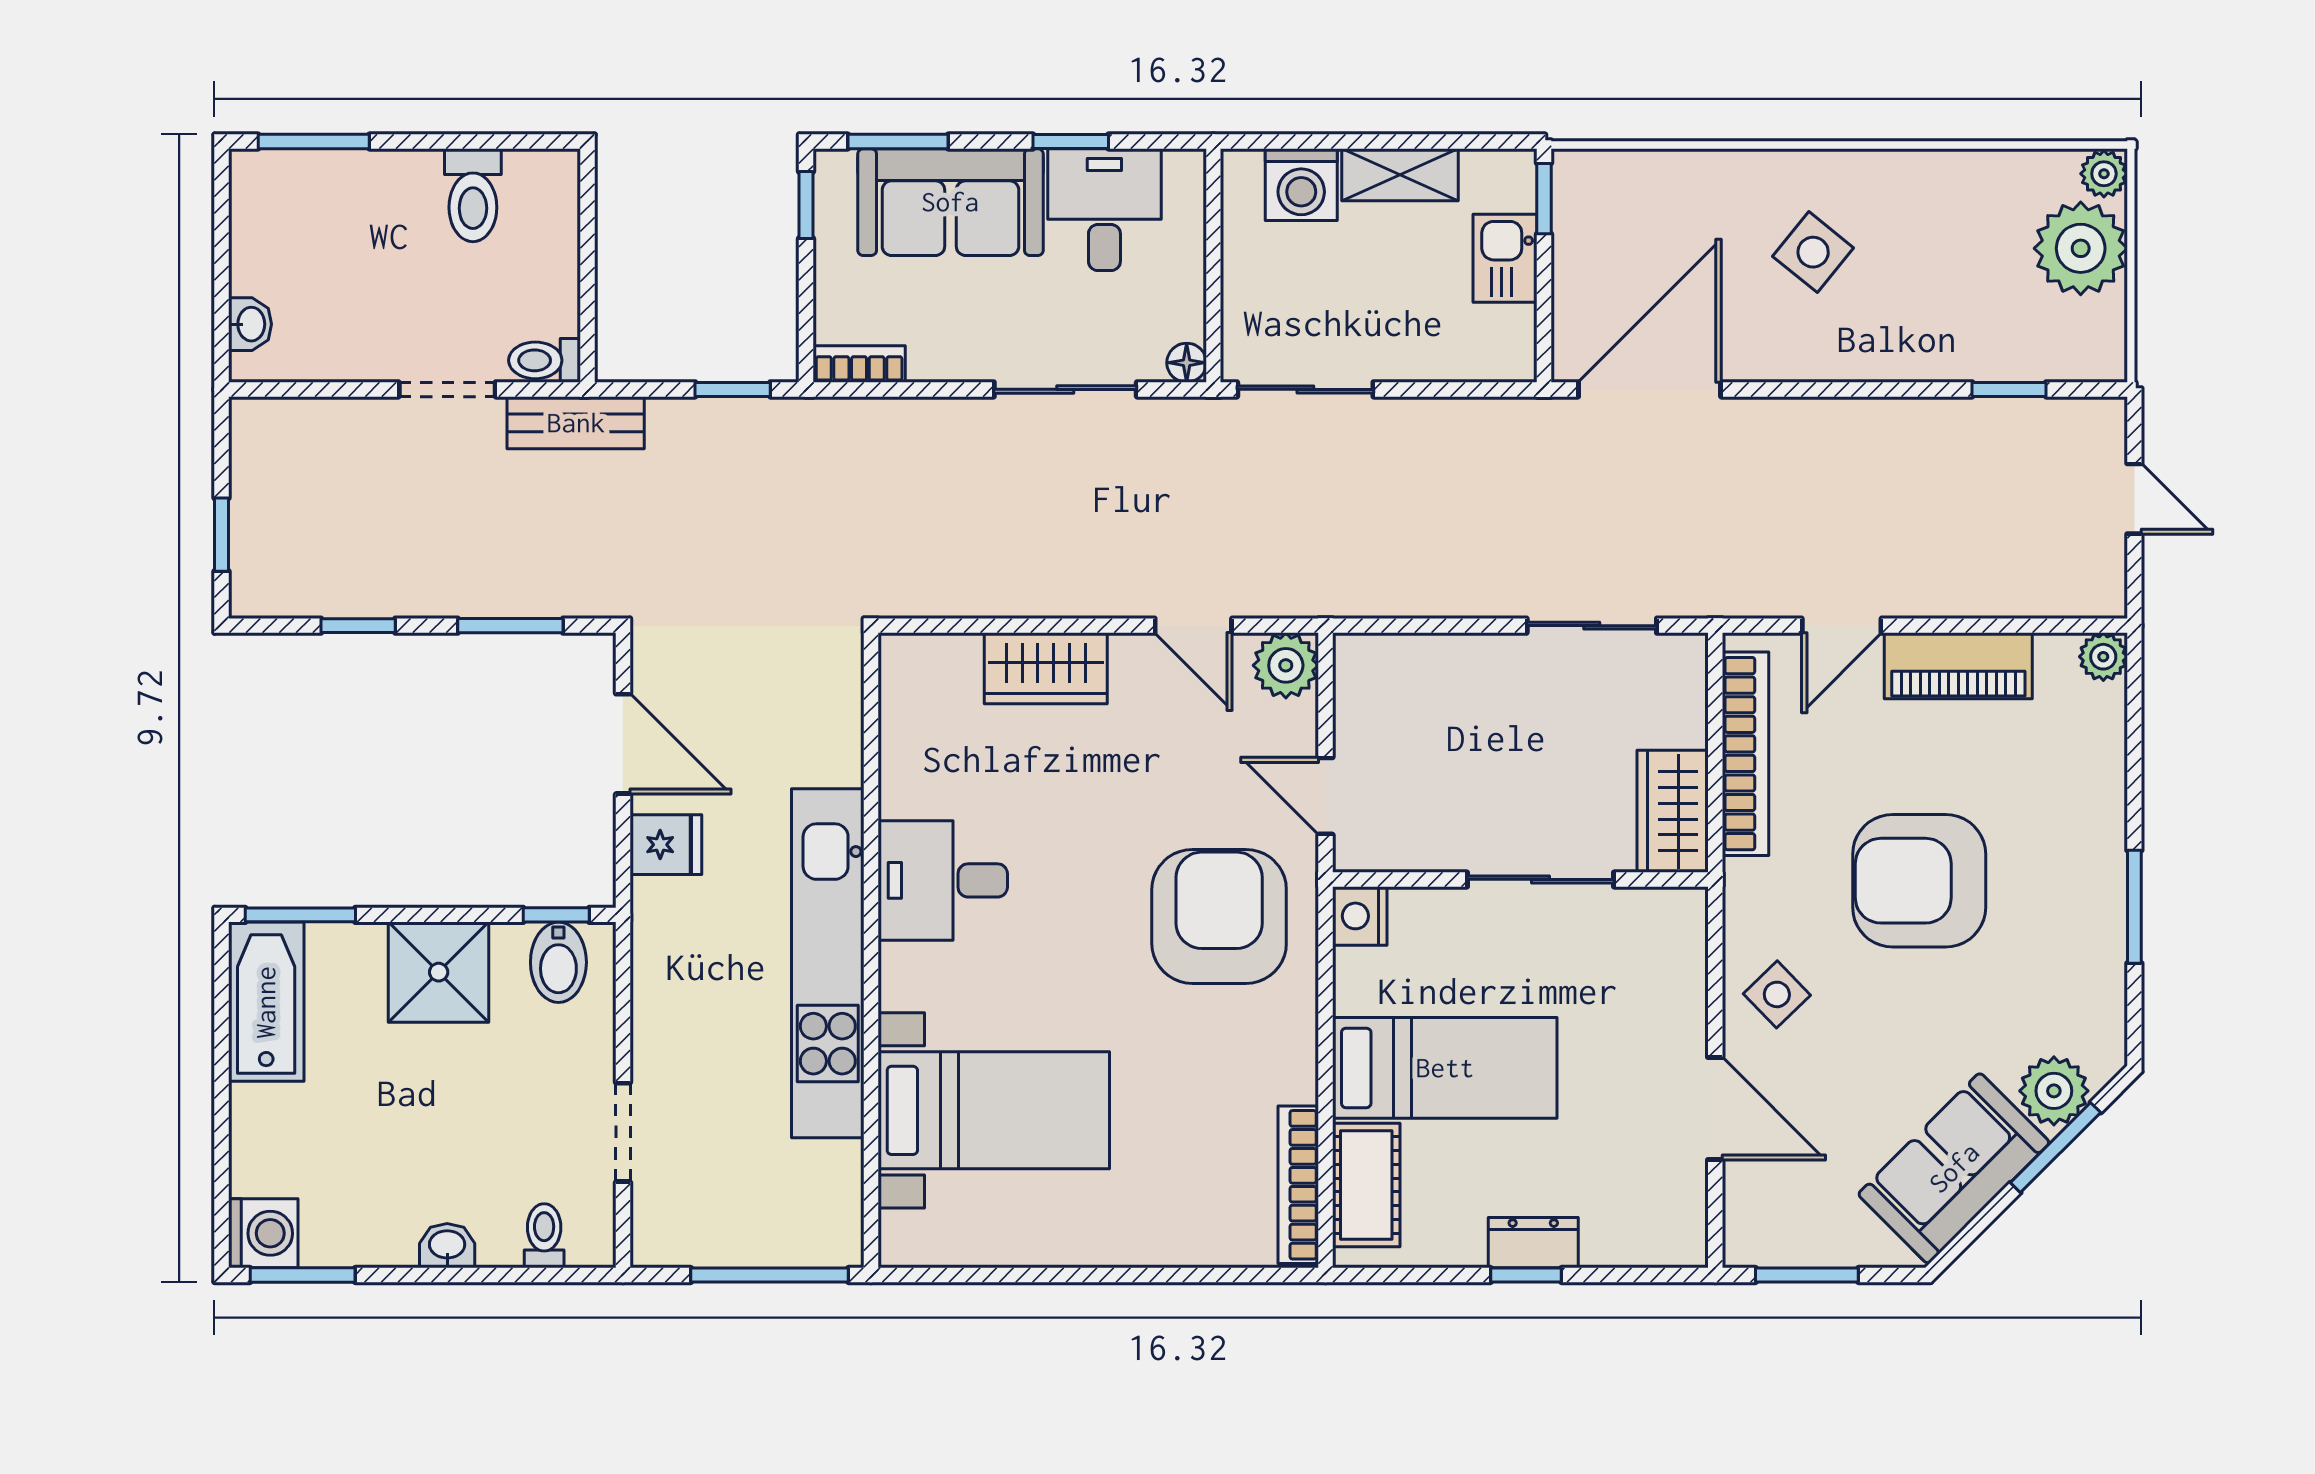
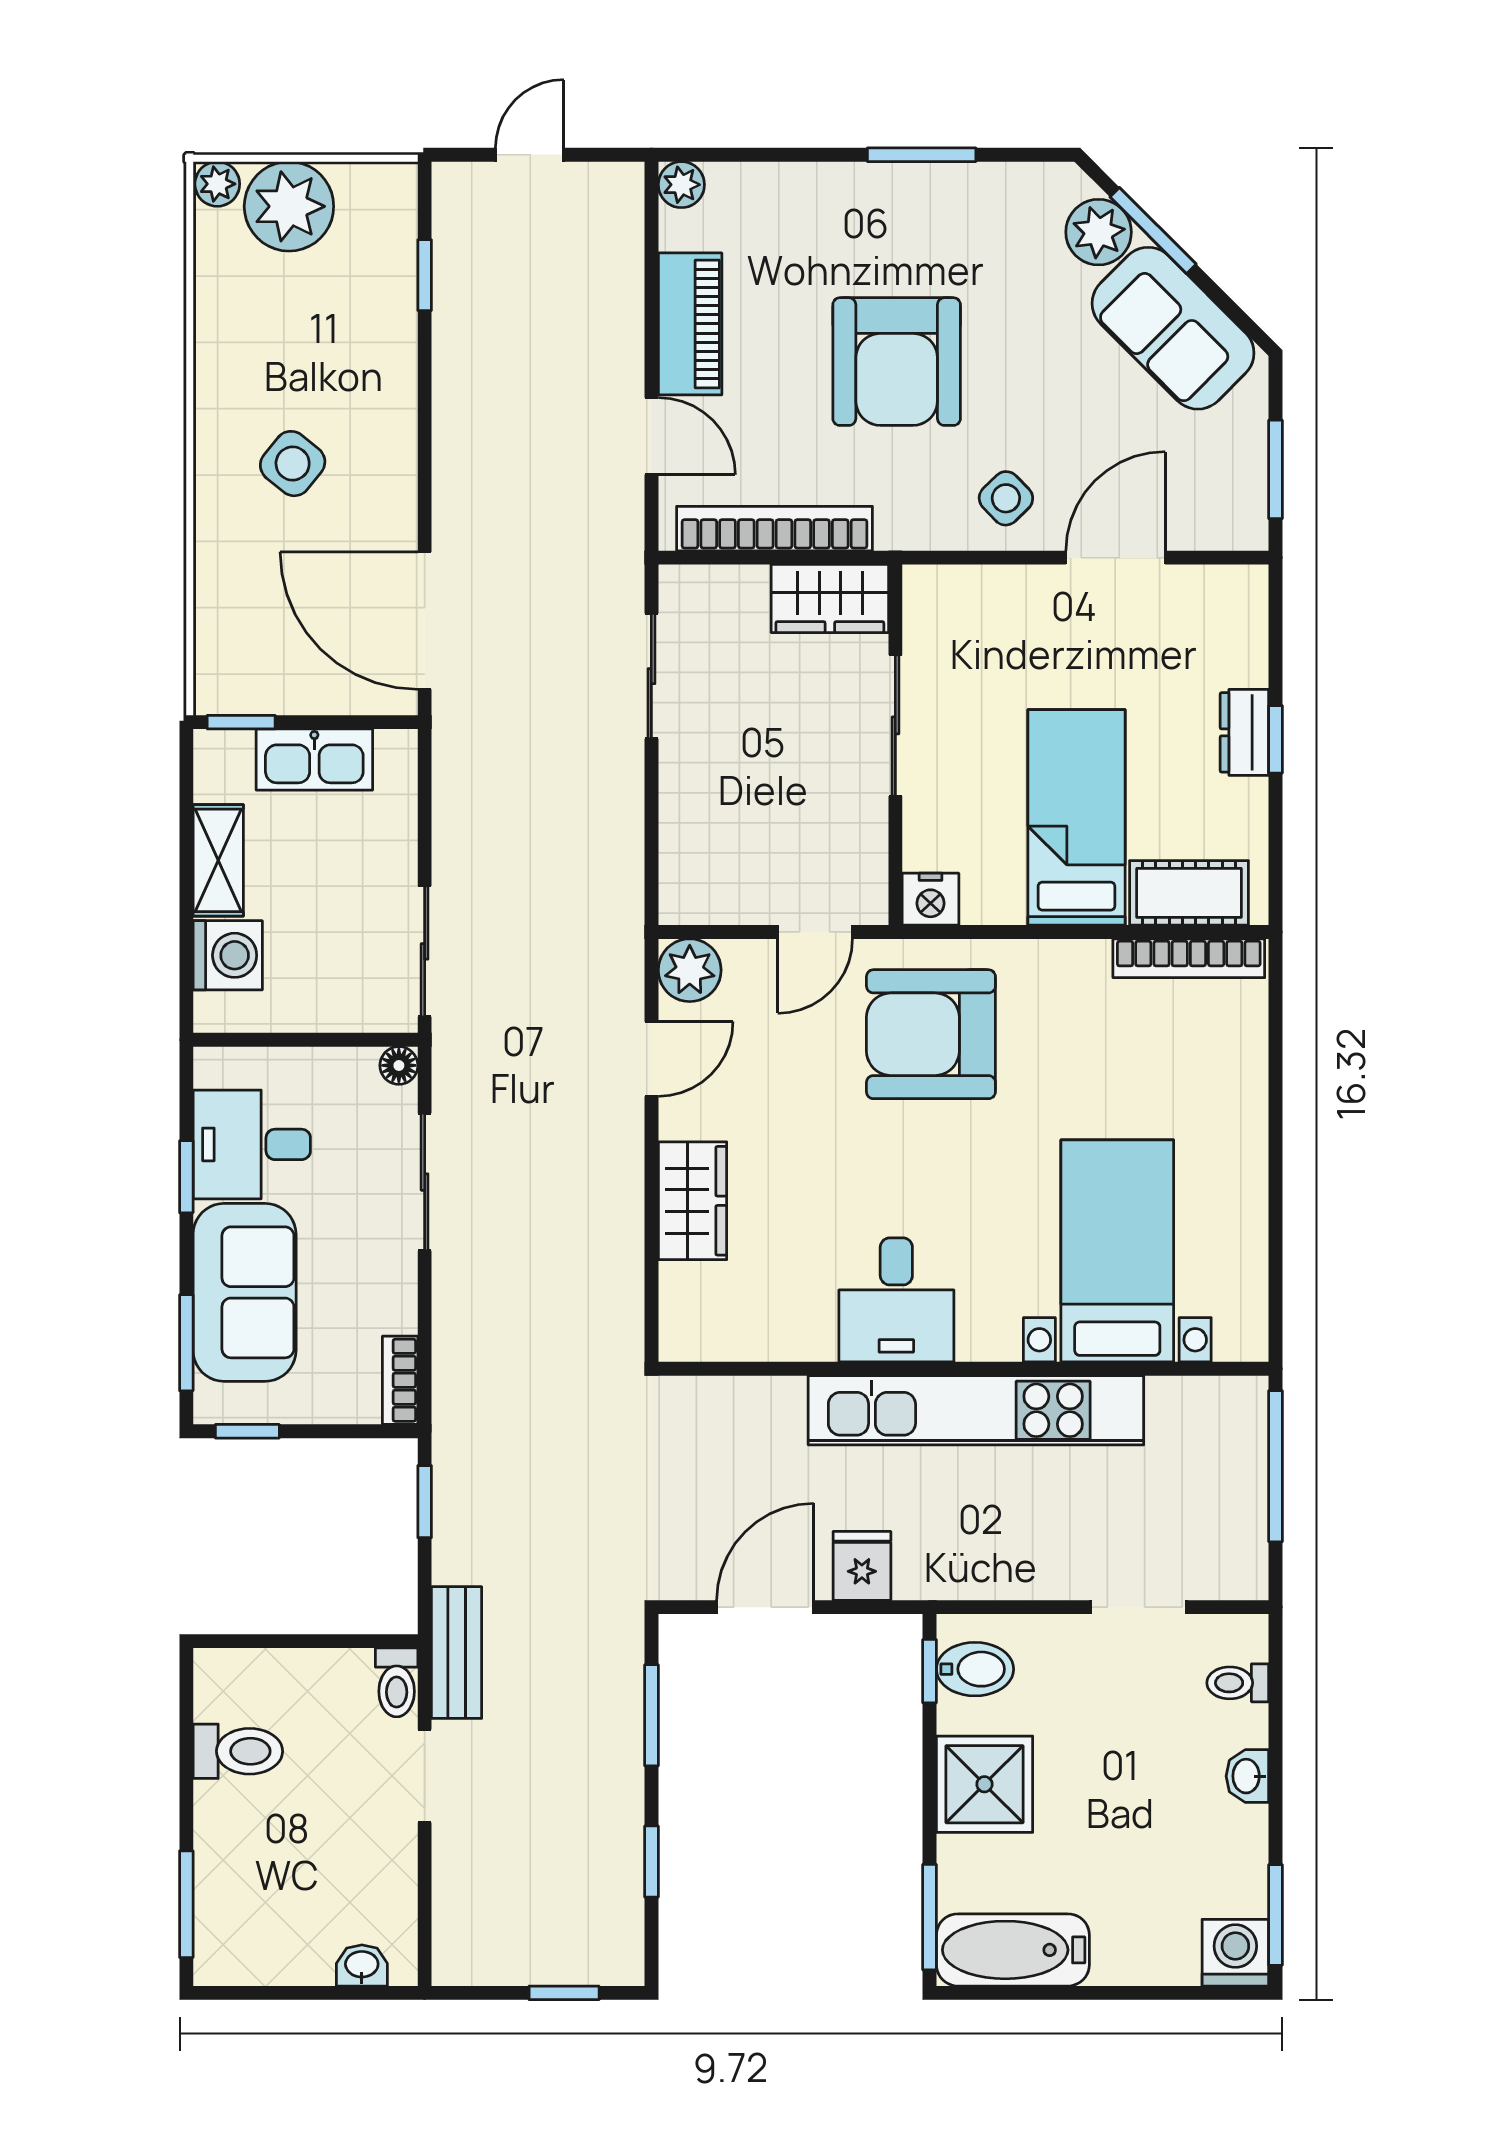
kitchen sink: (1505, 258) -> (314, 760), width x1.38

